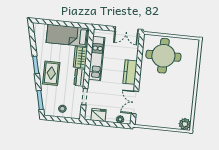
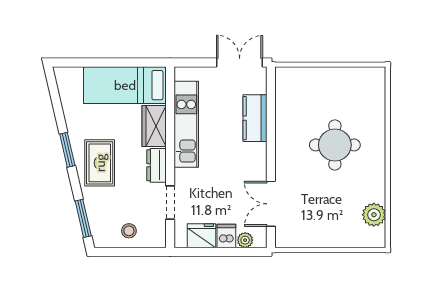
double door: (127, 30) -> (240, 63), swing flipped
round table: (163, 56) -> (335, 145), moved, width x0.73, depth x0.73
kitchen counter: (130, 72) -> (255, 118), moved
dishwasher: (111, 116) -> (226, 236), added
plant: (185, 124) -> (374, 215), moved

